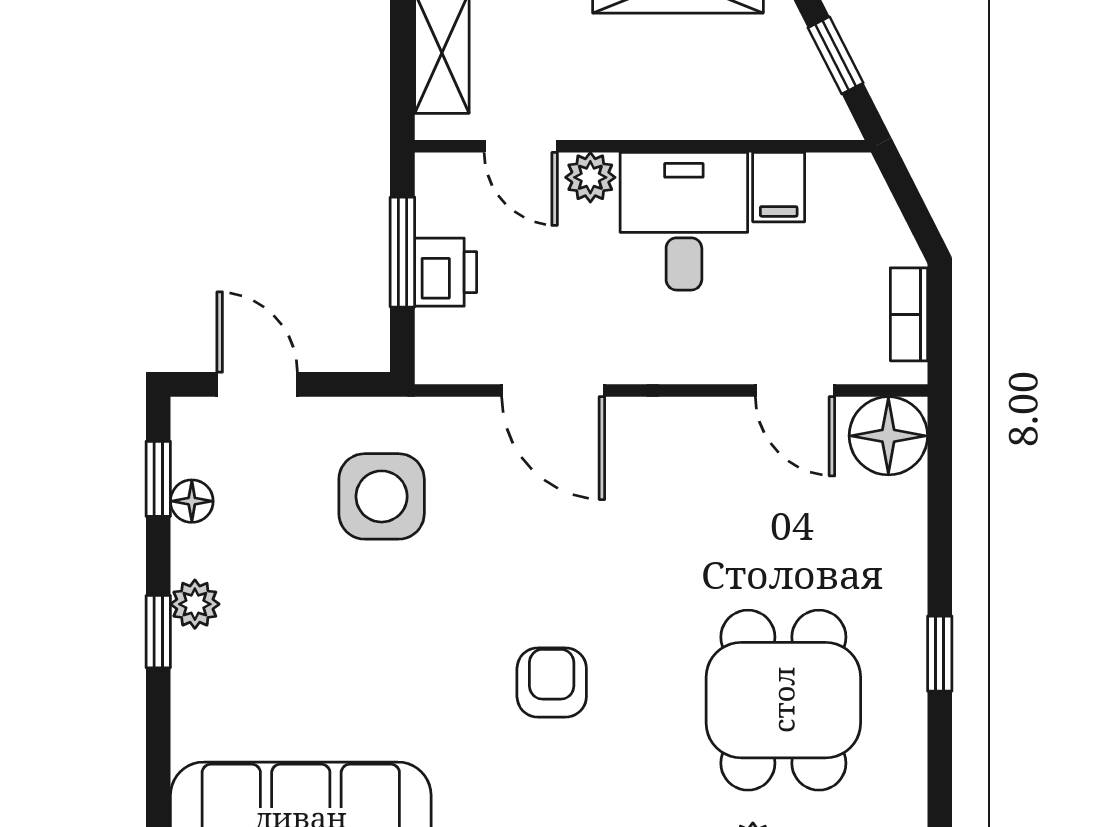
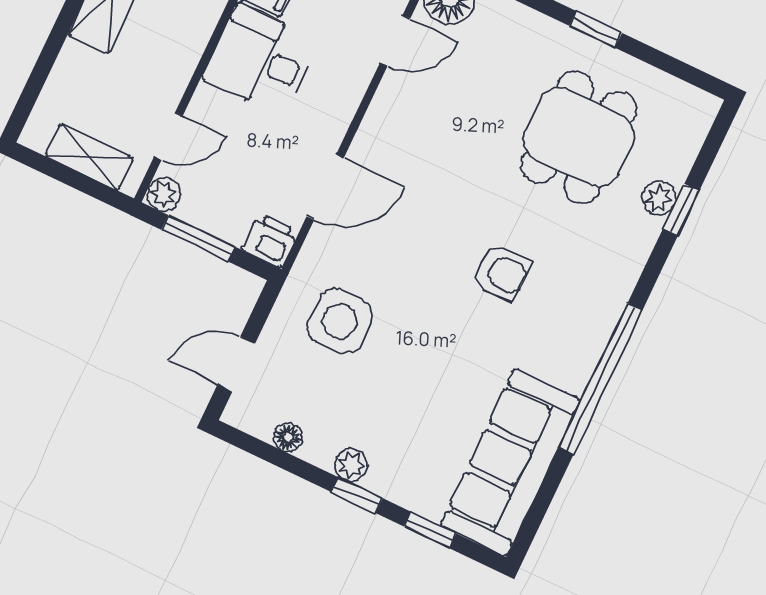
plant: (590, 177) -> (164, 194), moved
printer: (446, 272) -> (270, 240), moved
window: (158, 479) -> (430, 530), moved
armchair: (552, 683) -> (501, 272), turned 180
dining table: (783, 700) -> (579, 137), turned 90

